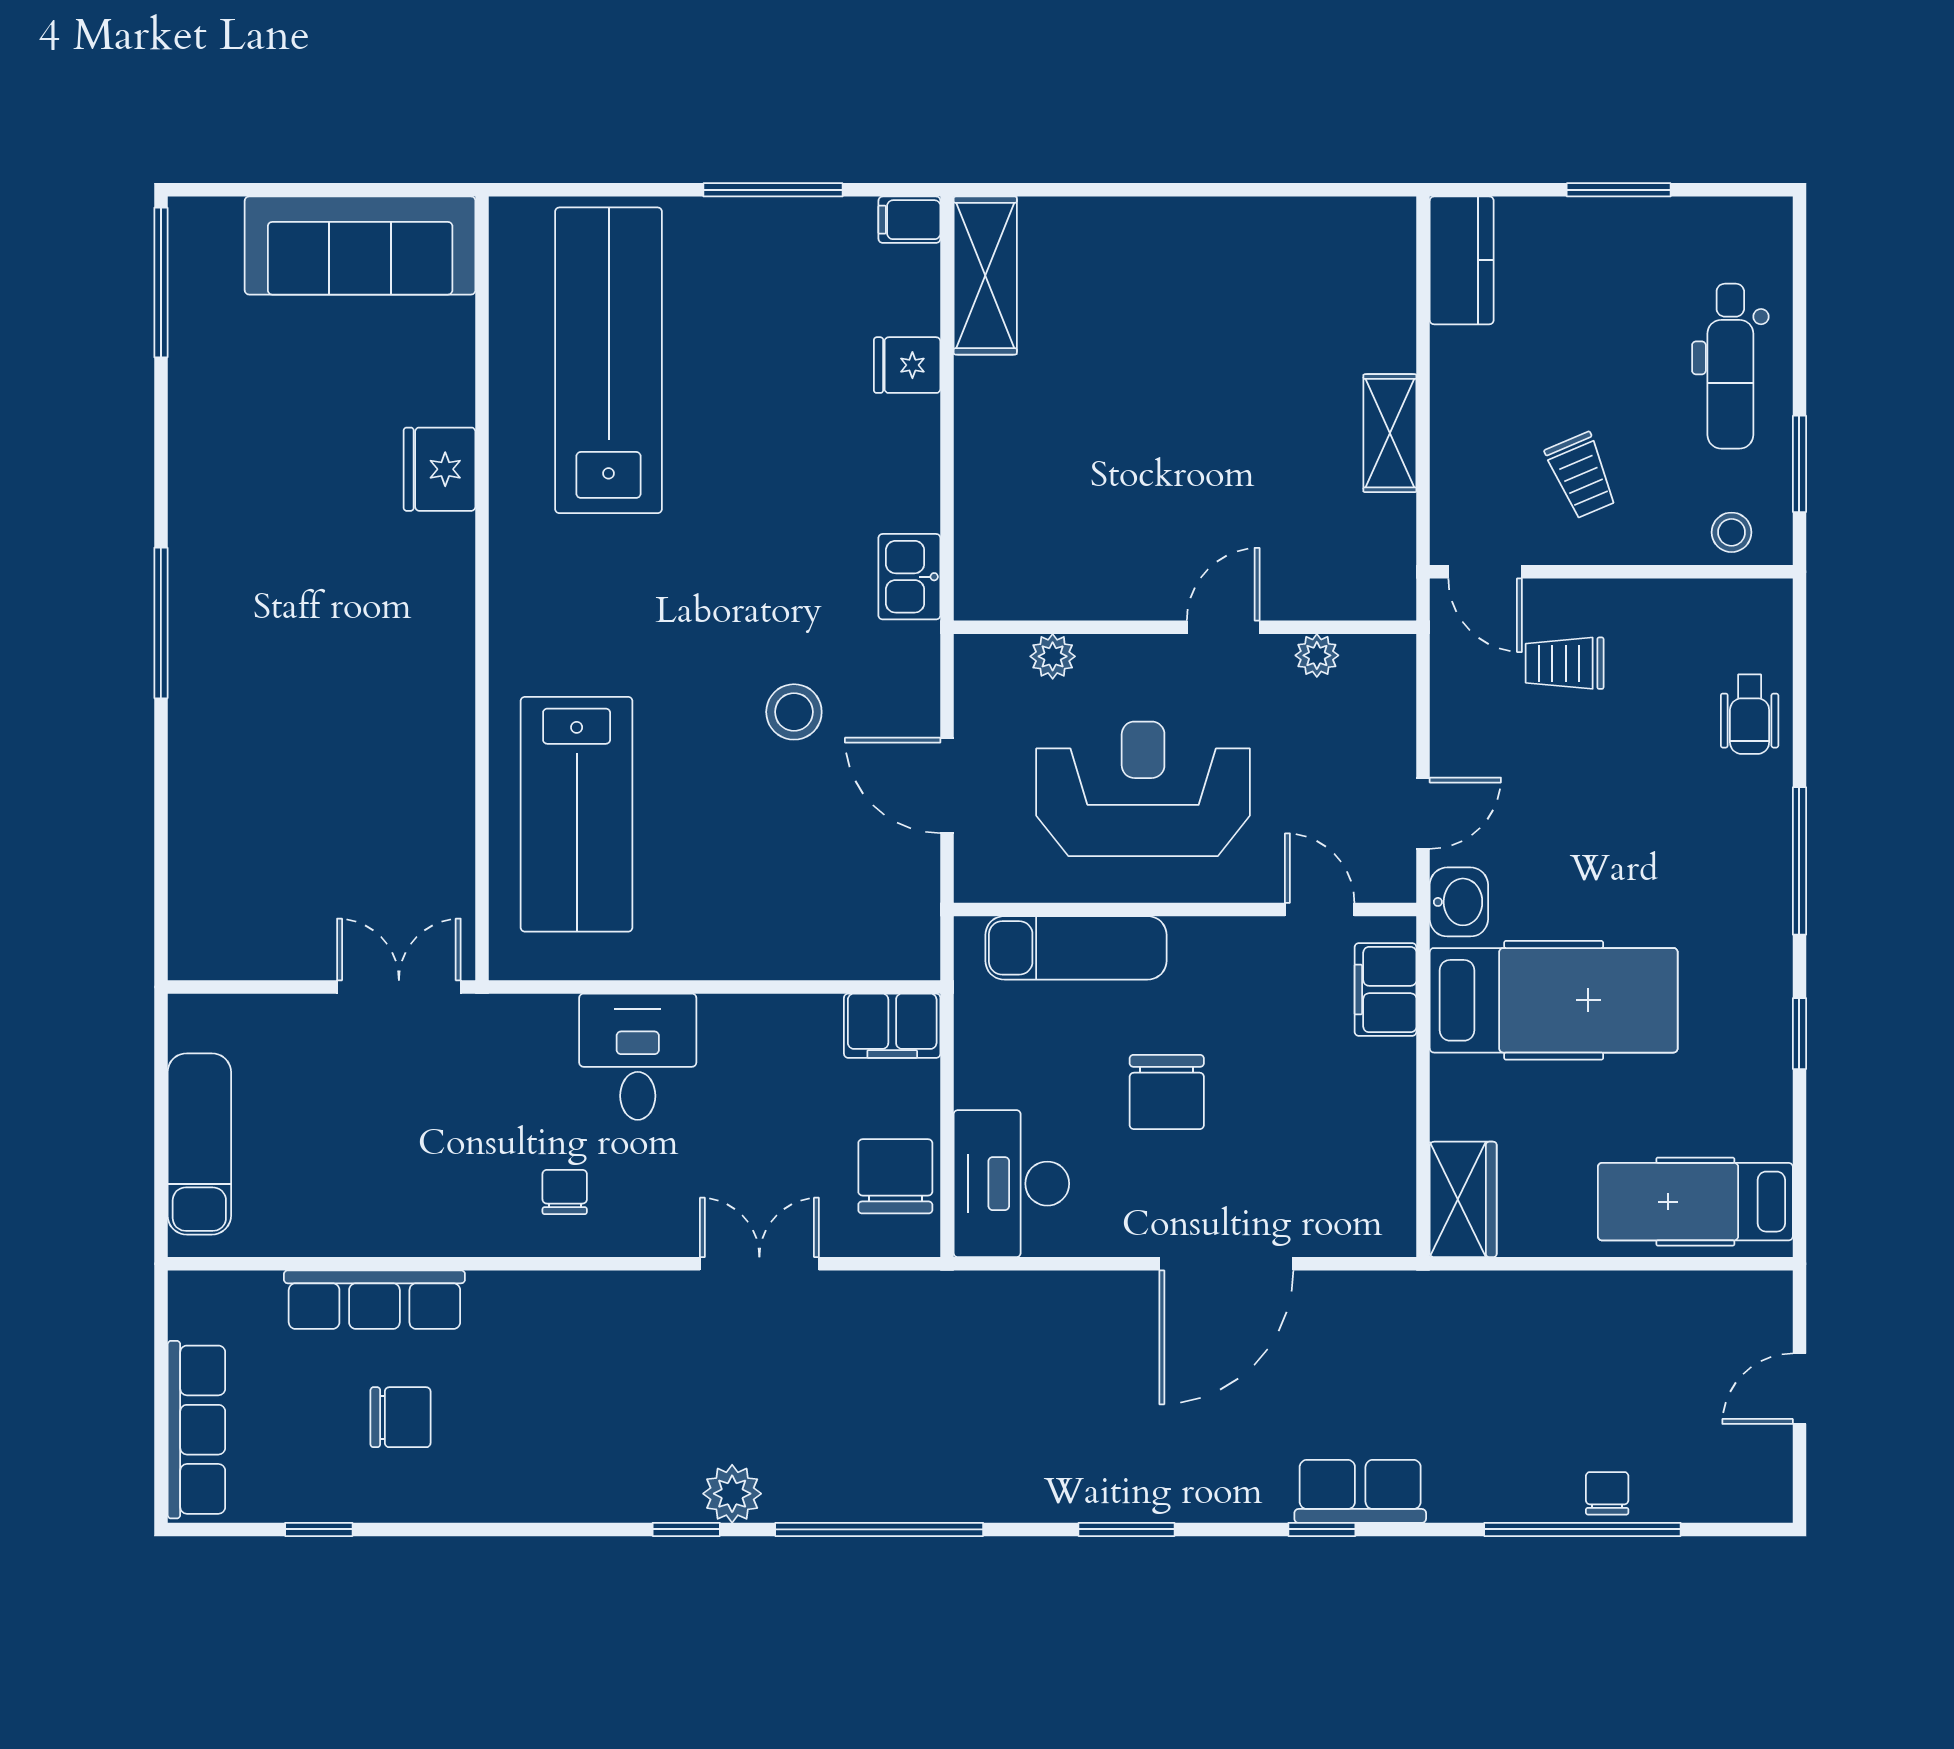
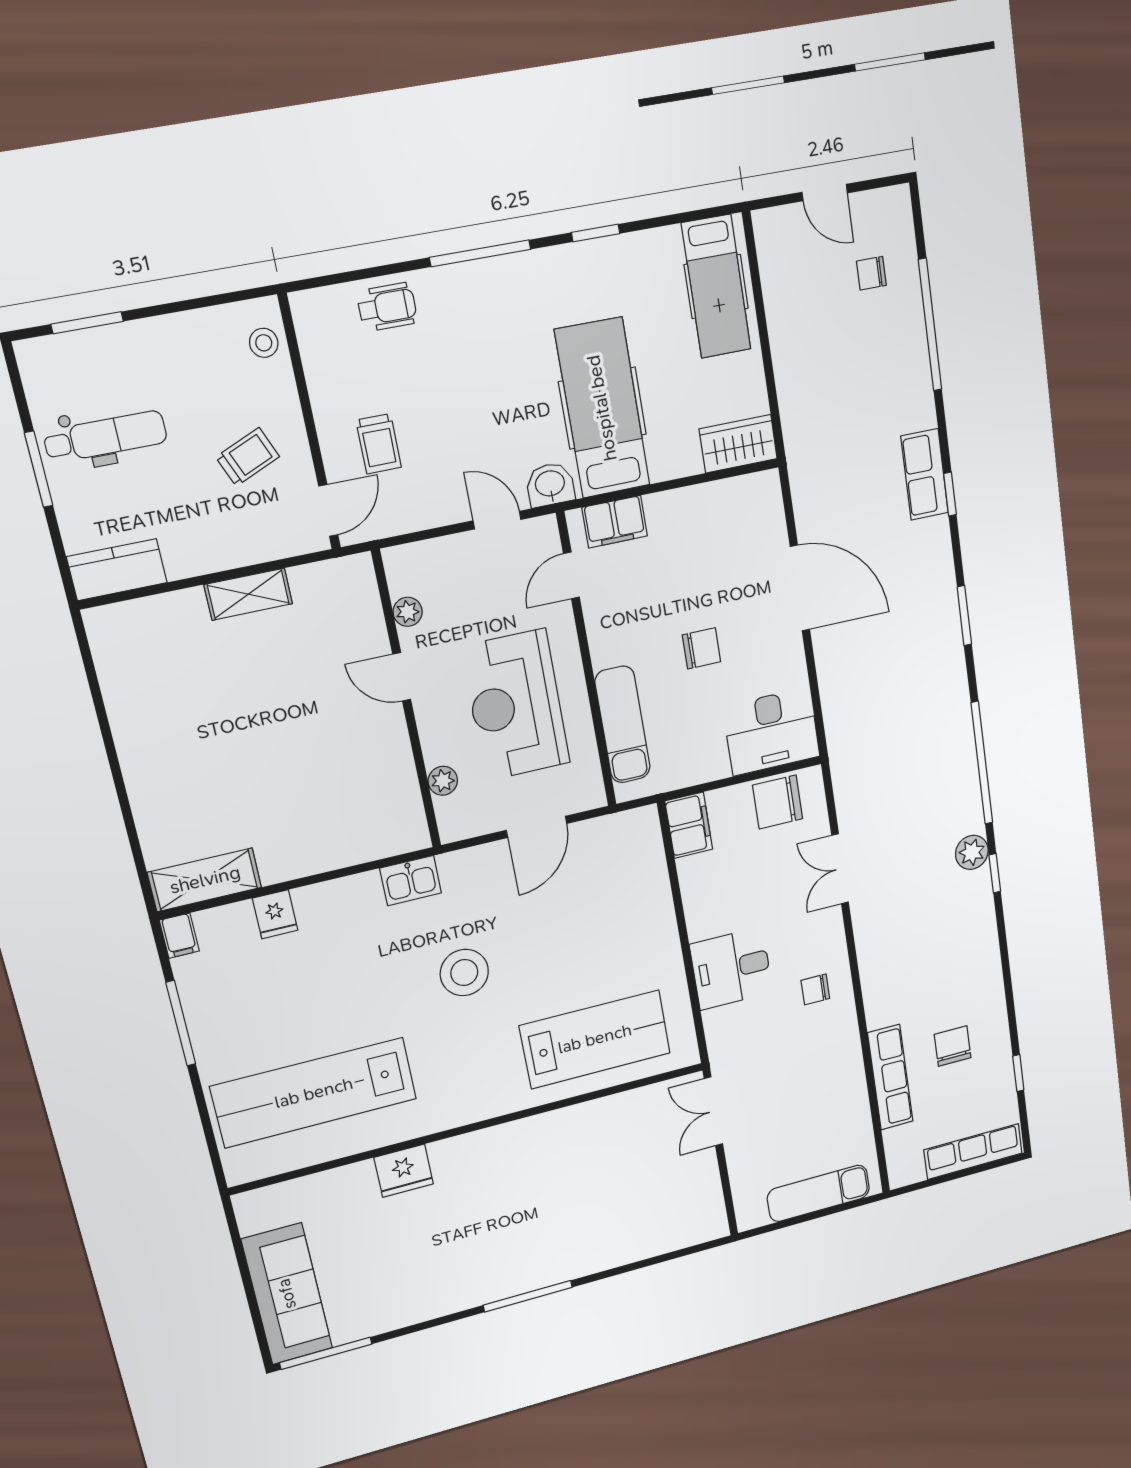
sofa: (360, 245) -> (287, 1294), moved
dental chair: (1730, 366) -> (105, 437), moved
window: (1799, 464) -> (87, 323), moved
stool: (794, 712) -> (464, 973), moved, width x1.38, depth x1.38
chair: (1167, 1092) -> (702, 648), width x0.73, depth x0.73
chair: (1607, 1493) -> (871, 273), moved

